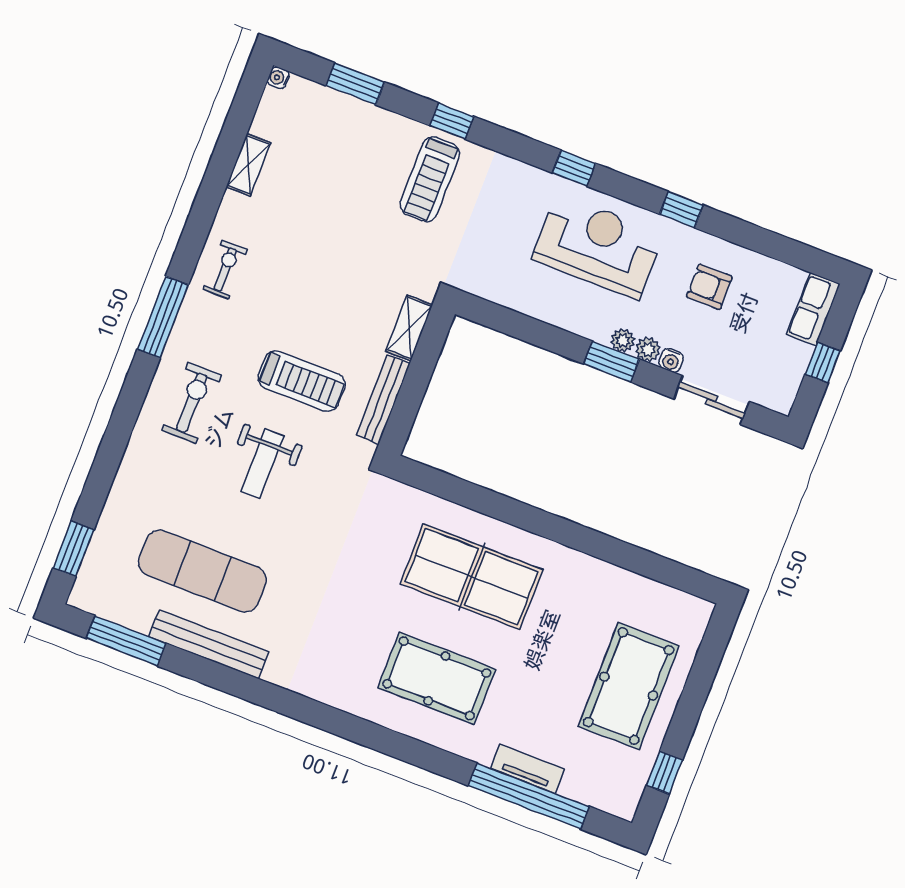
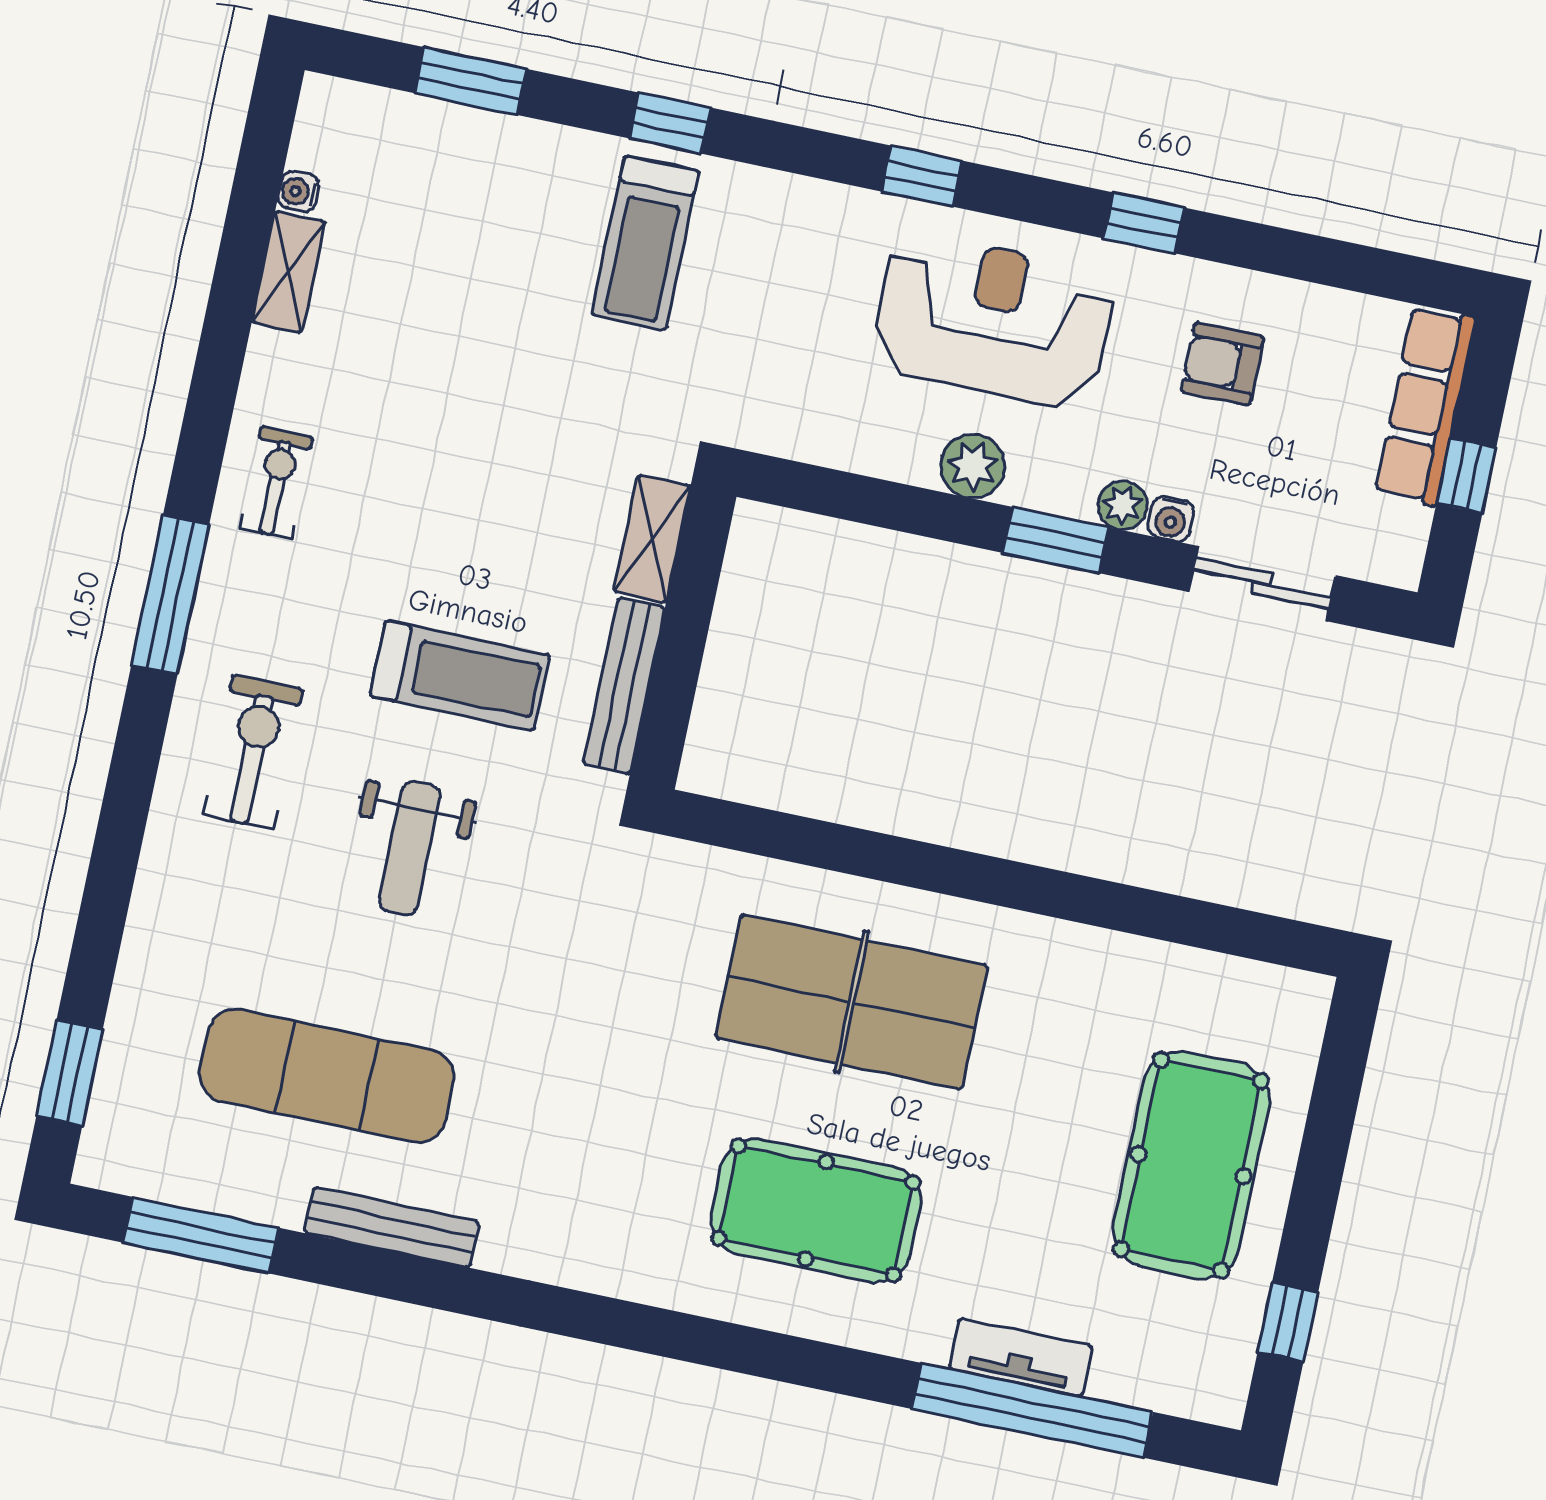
water cooler: (278, 78) -> (298, 192), moved
row of seats: (813, 309) -> (1425, 406), width x1.48
plant: (623, 341) -> (973, 466), moved, width x1.38, depth x1.38
bench: (209, 644) -> (392, 1227), width x0.73, depth x0.82

